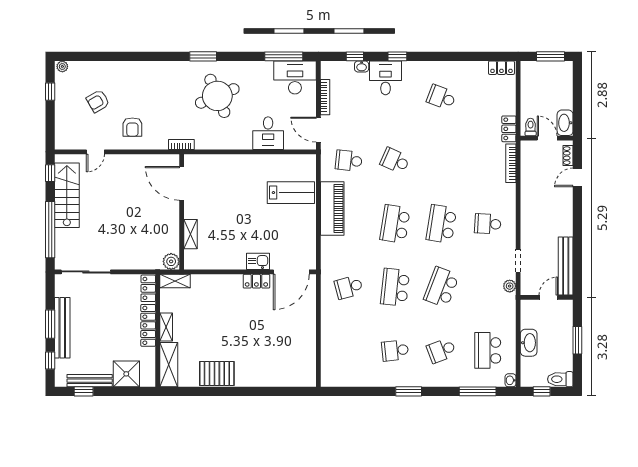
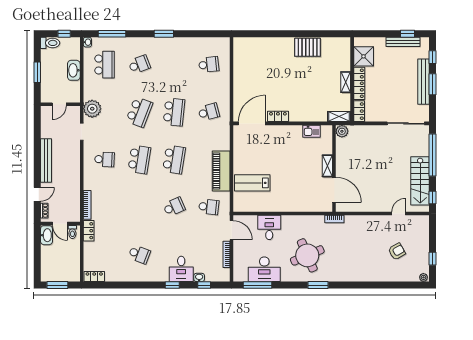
desk: (295, 77) -> (264, 269), moved
armchair: (132, 127) -> (371, 232), removed
school desk: (395, 161) -> (174, 207), turned -48
shelving: (190, 234) -> (327, 166), moved
kitchen sink: (258, 261) -> (311, 131), moved
bench: (566, 266) -> (46, 160), moved
plant: (510, 286) -> (92, 109), width x1.88, depth x1.88
school desk: (395, 350) -> (209, 65), moved
shelving: (169, 365) -> (344, 54), removed
shower: (126, 374) -> (364, 56), moved

